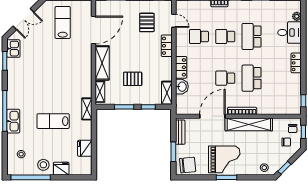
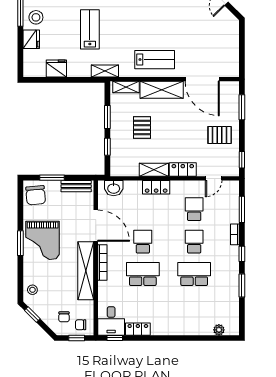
lab bench: (63, 22) -> (155, 60), moved
pallet: (147, 22) -> (220, 135), moved
desk: (290, 33) -> (111, 321), moved
locker: (296, 63) -> (138, 329), moved
washbasin: (182, 87) -> (114, 188), moved
shelving: (167, 93) -> (154, 170), moved

